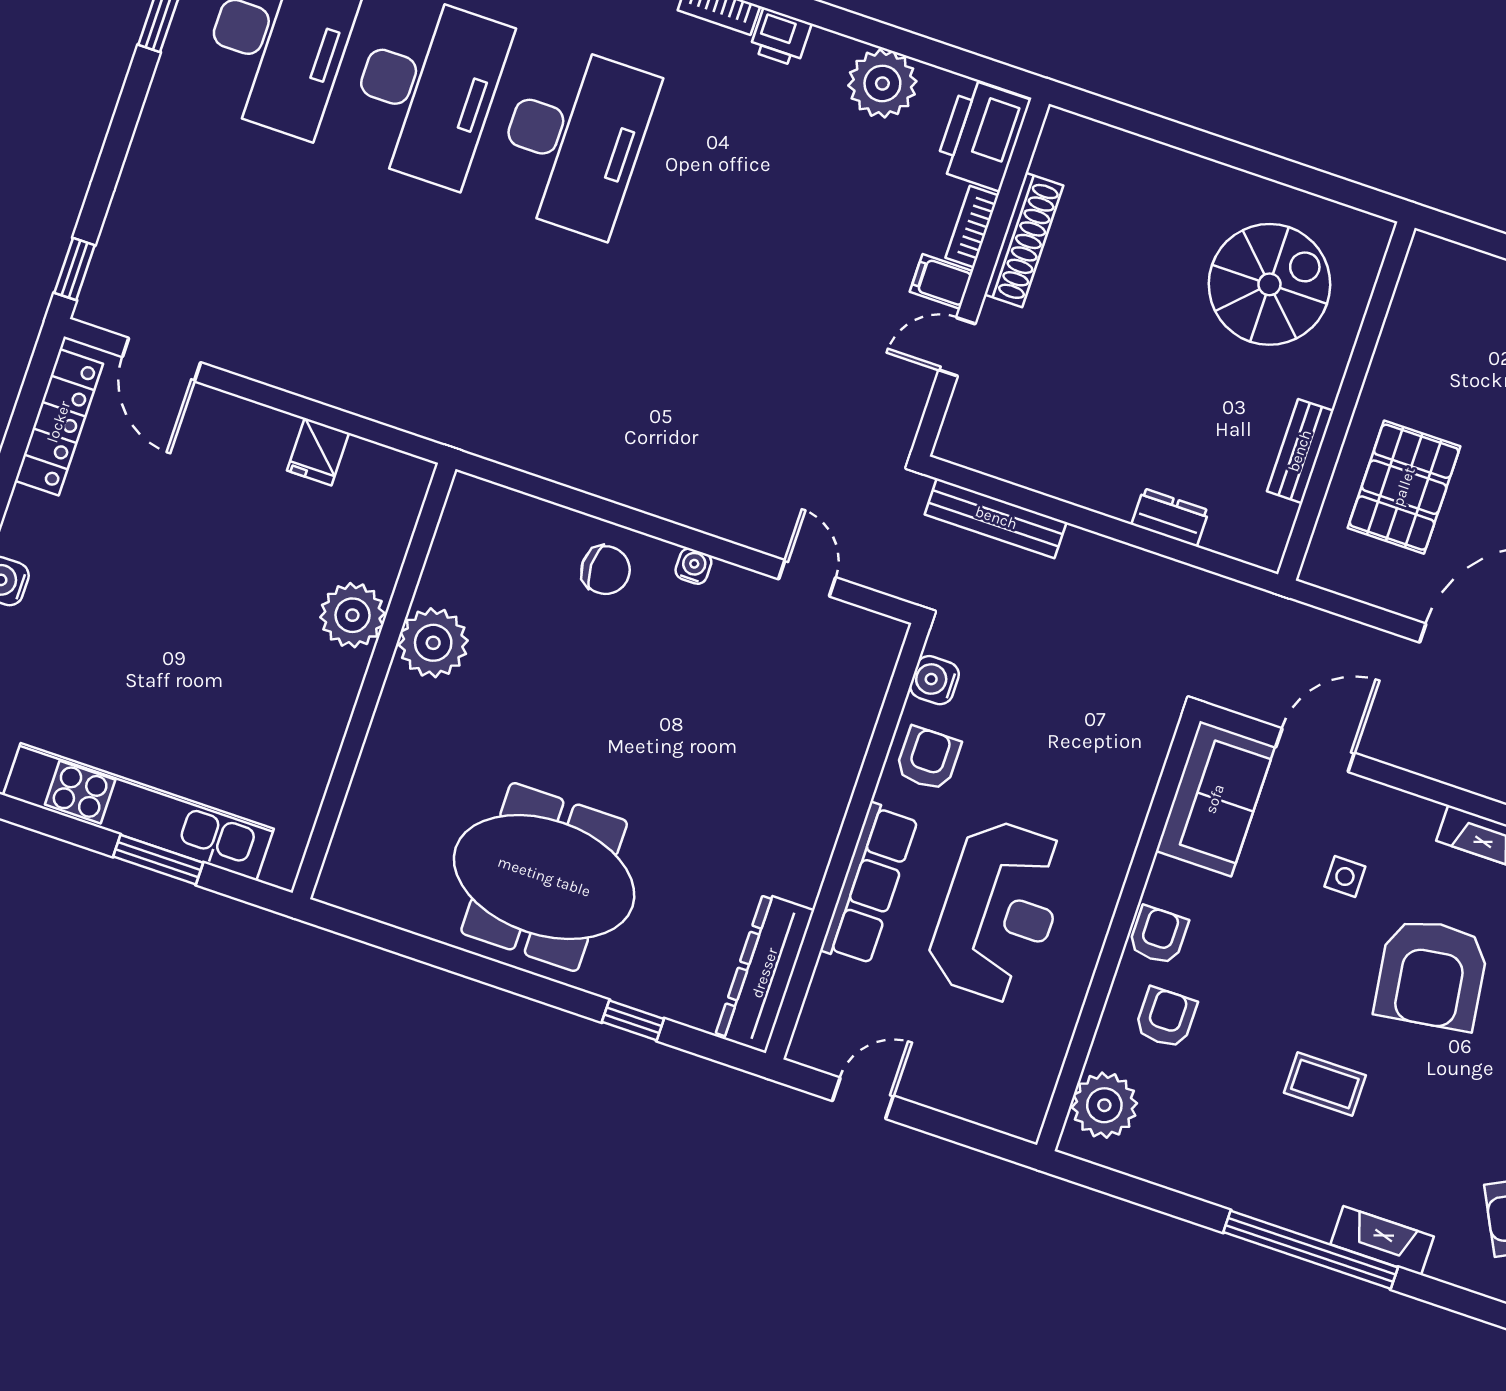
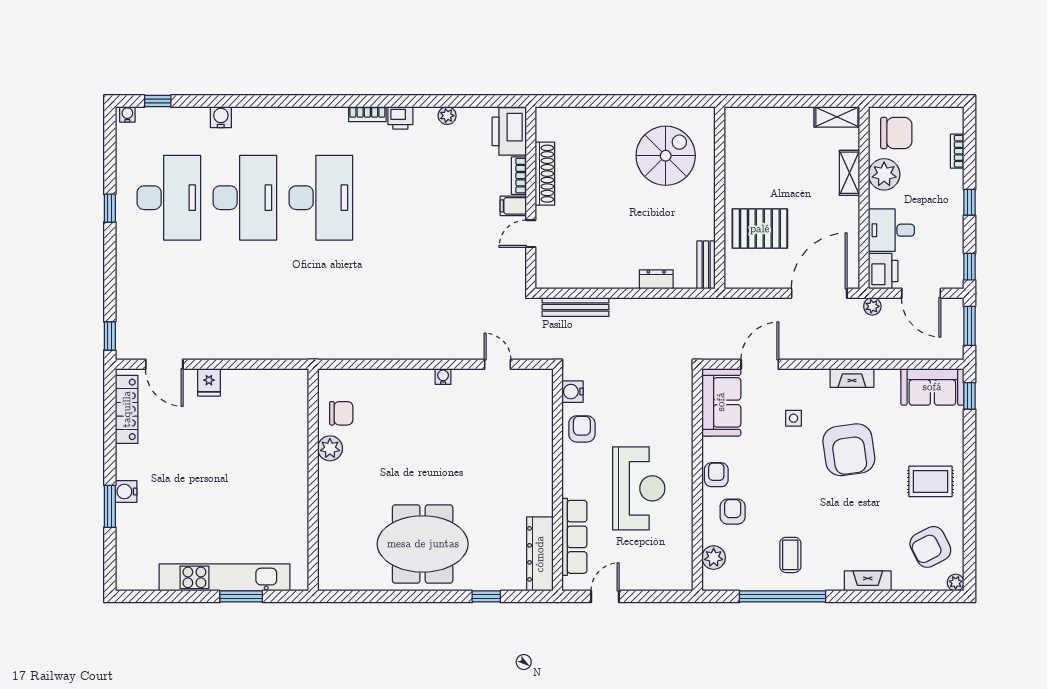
plant: (882, 83) -> (447, 116), width x0.53, depth x0.53
bench: (1300, 451) -> (706, 265), moved
fridge: (318, 452) -> (209, 382), moved
pallet: (1404, 487) -> (760, 229), turned 90
chair: (606, 570) -> (341, 413), moved
plant: (352, 615) -> (293, 453), removed
plant: (433, 643) -> (330, 448), width x0.73, depth x0.73
row of seats: (869, 884) -> (574, 537), moved
coffee table: (1325, 1084) -> (790, 555), moved, turned 90
plant: (1104, 1105) -> (714, 558), width x0.73, depth x0.73
window: (1311, 1250) -> (783, 596), moved

